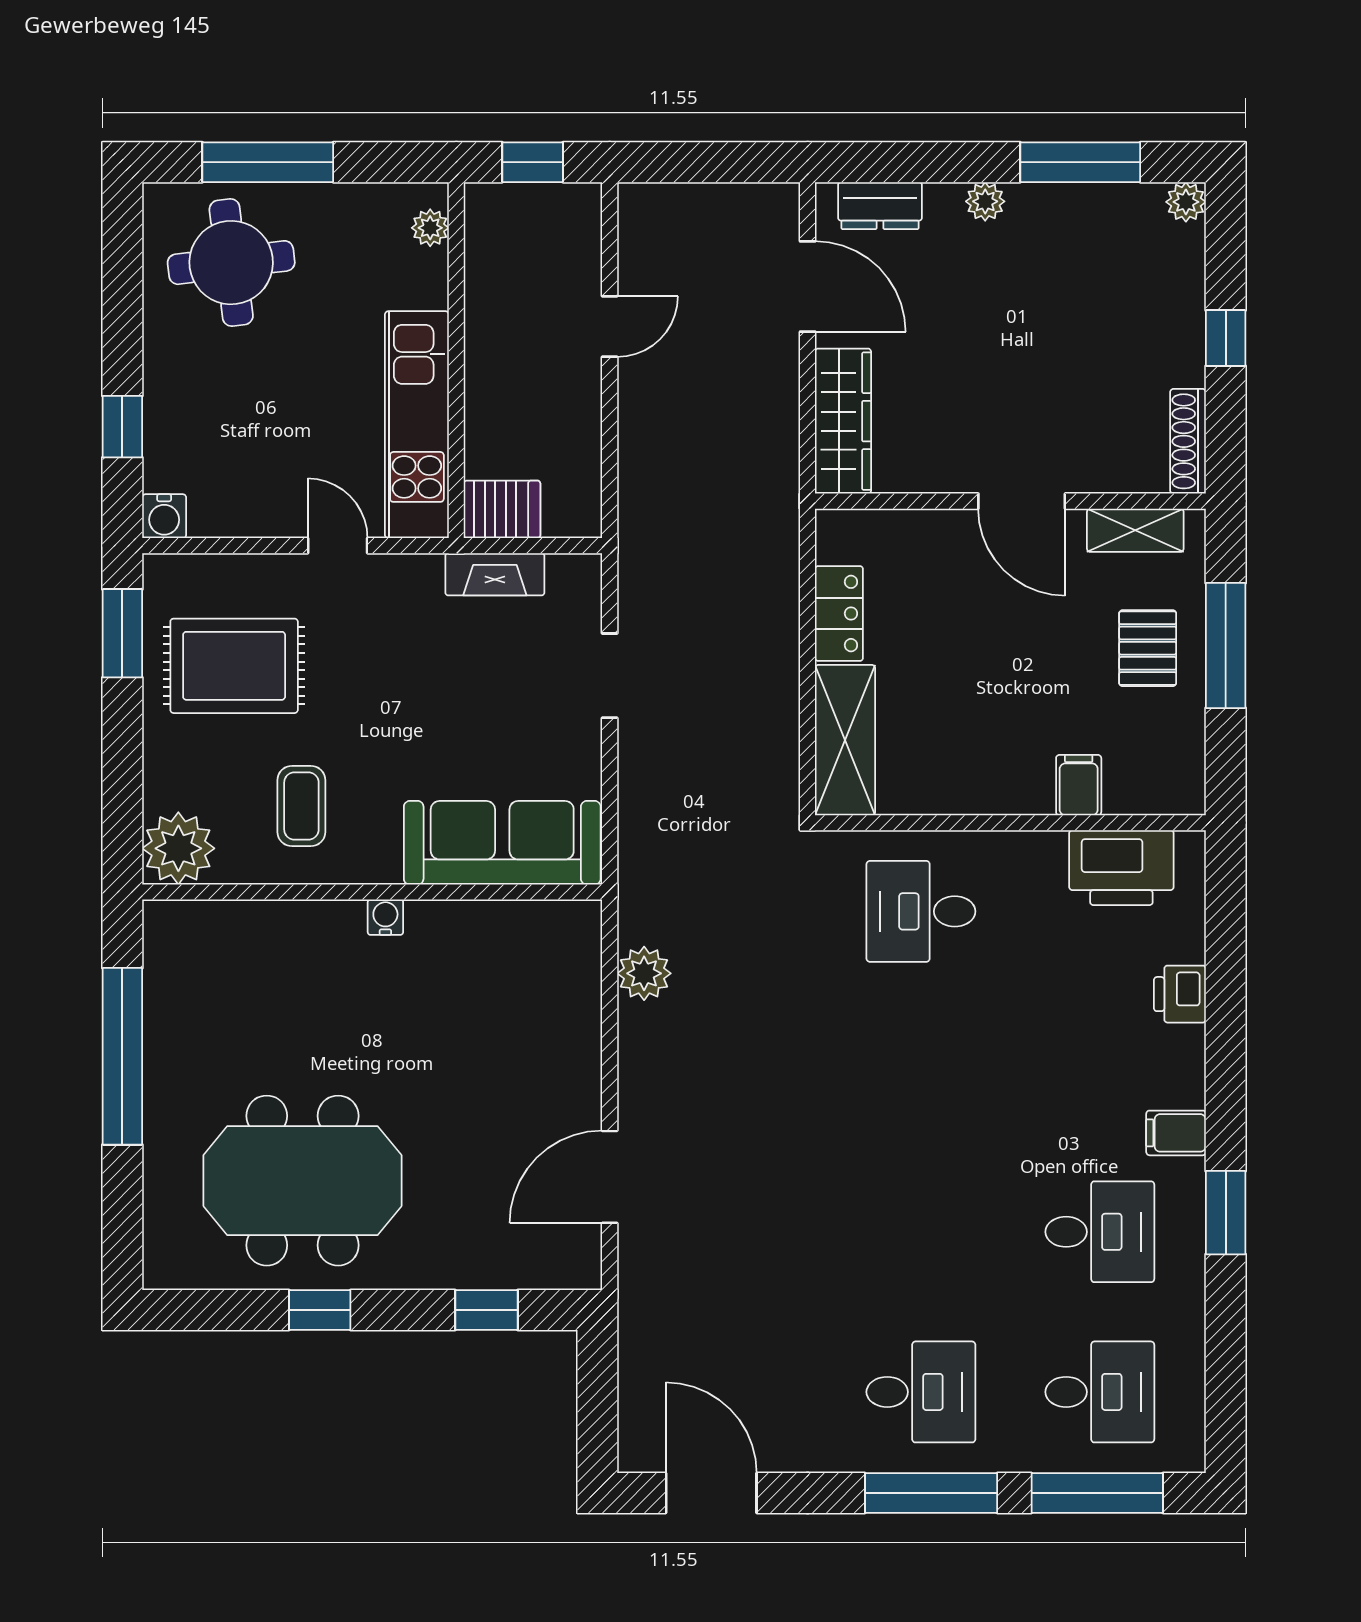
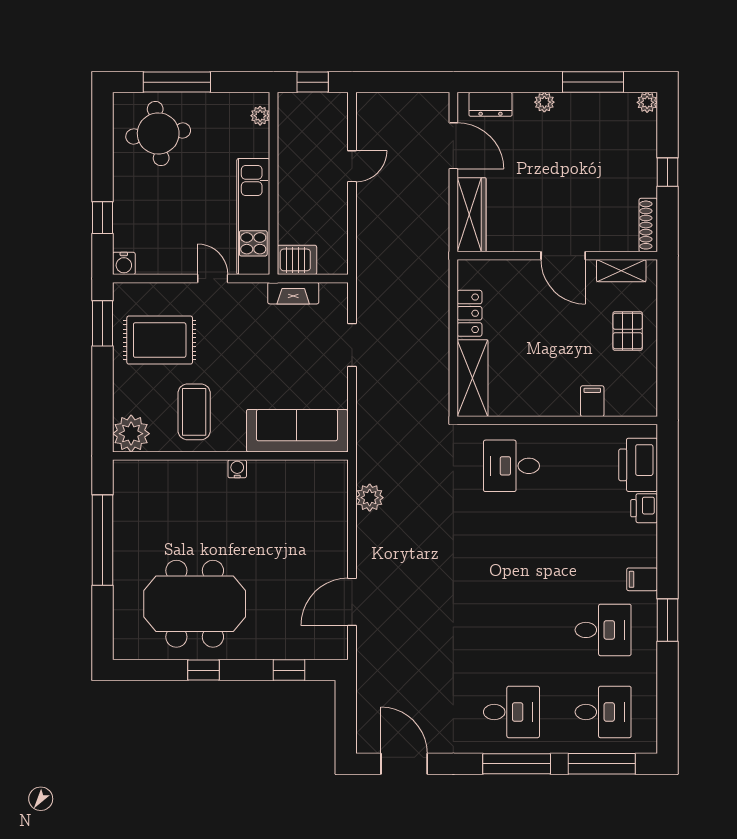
window: (1226, 645) -> (668, 330), removed
coffee table: (301, 806) -> (194, 412), width x1.36, depth x1.30
printer: (1121, 868) -> (638, 465), moved, turned 90

